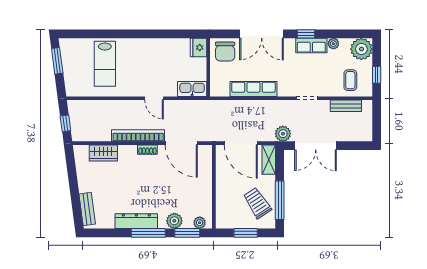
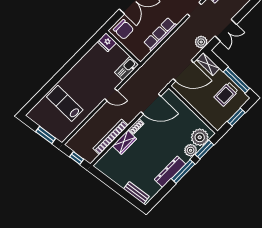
window: (57, 61) -> (46, 135), moved
lab bench: (105, 64) -> (65, 103), turned 180
bookcase: (138, 135) -> (111, 137), moved
double door: (316, 146) -> (226, 30), width x0.73
wardrobe: (103, 153) -> (124, 142), moved
trolley: (257, 203) -> (226, 94), turned -57
plant: (200, 223) -> (200, 137), width x1.88, depth x1.88

